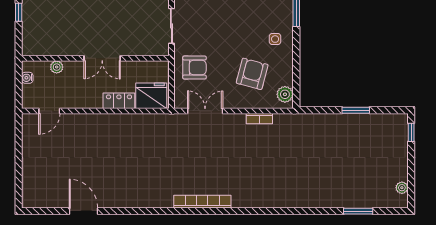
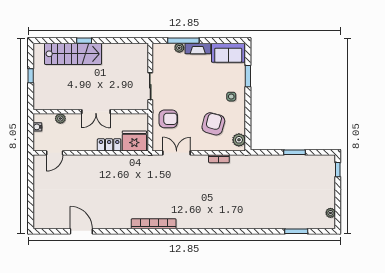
bookcase: (202, 202) -> (154, 224), moved

